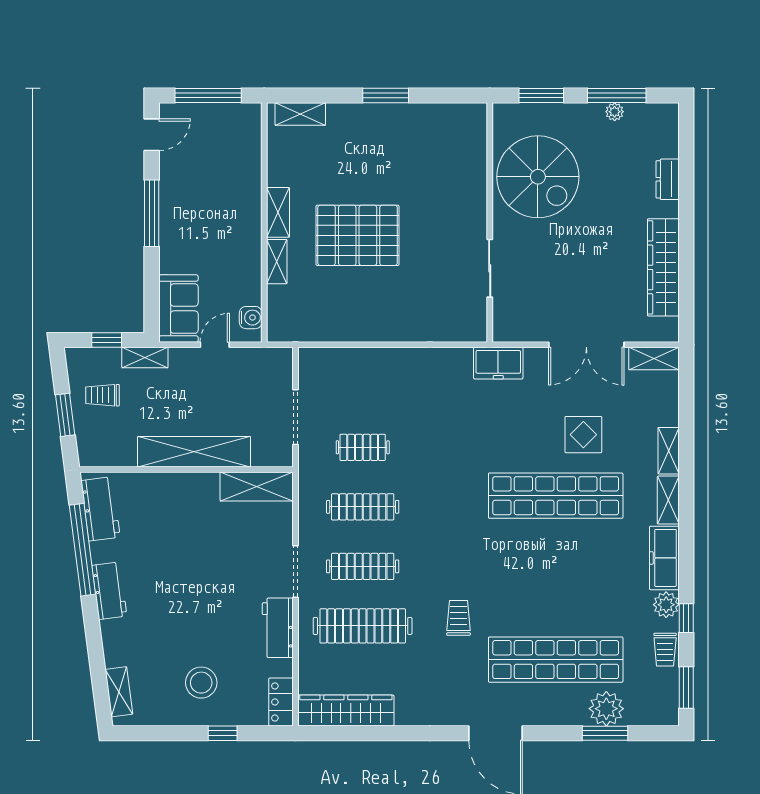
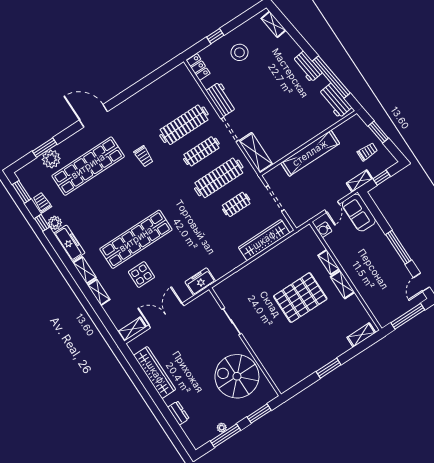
shelving: (257, 486) -> (256, 153), moved, turned 90
clothes rail: (363, 507) -> (219, 178), width x1.37, depth x1.31
wardrobe: (346, 711) -> (264, 240), moved, turned 180

